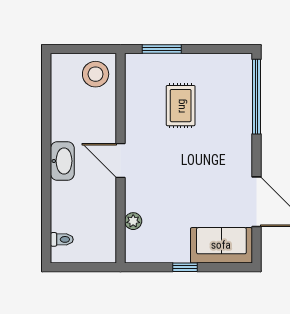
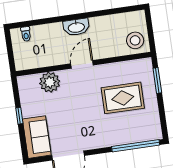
rug: (181, 106) -> (123, 98), width x1.36, depth x1.43
plant: (133, 221) -> (50, 82), width x1.88, depth x1.88

